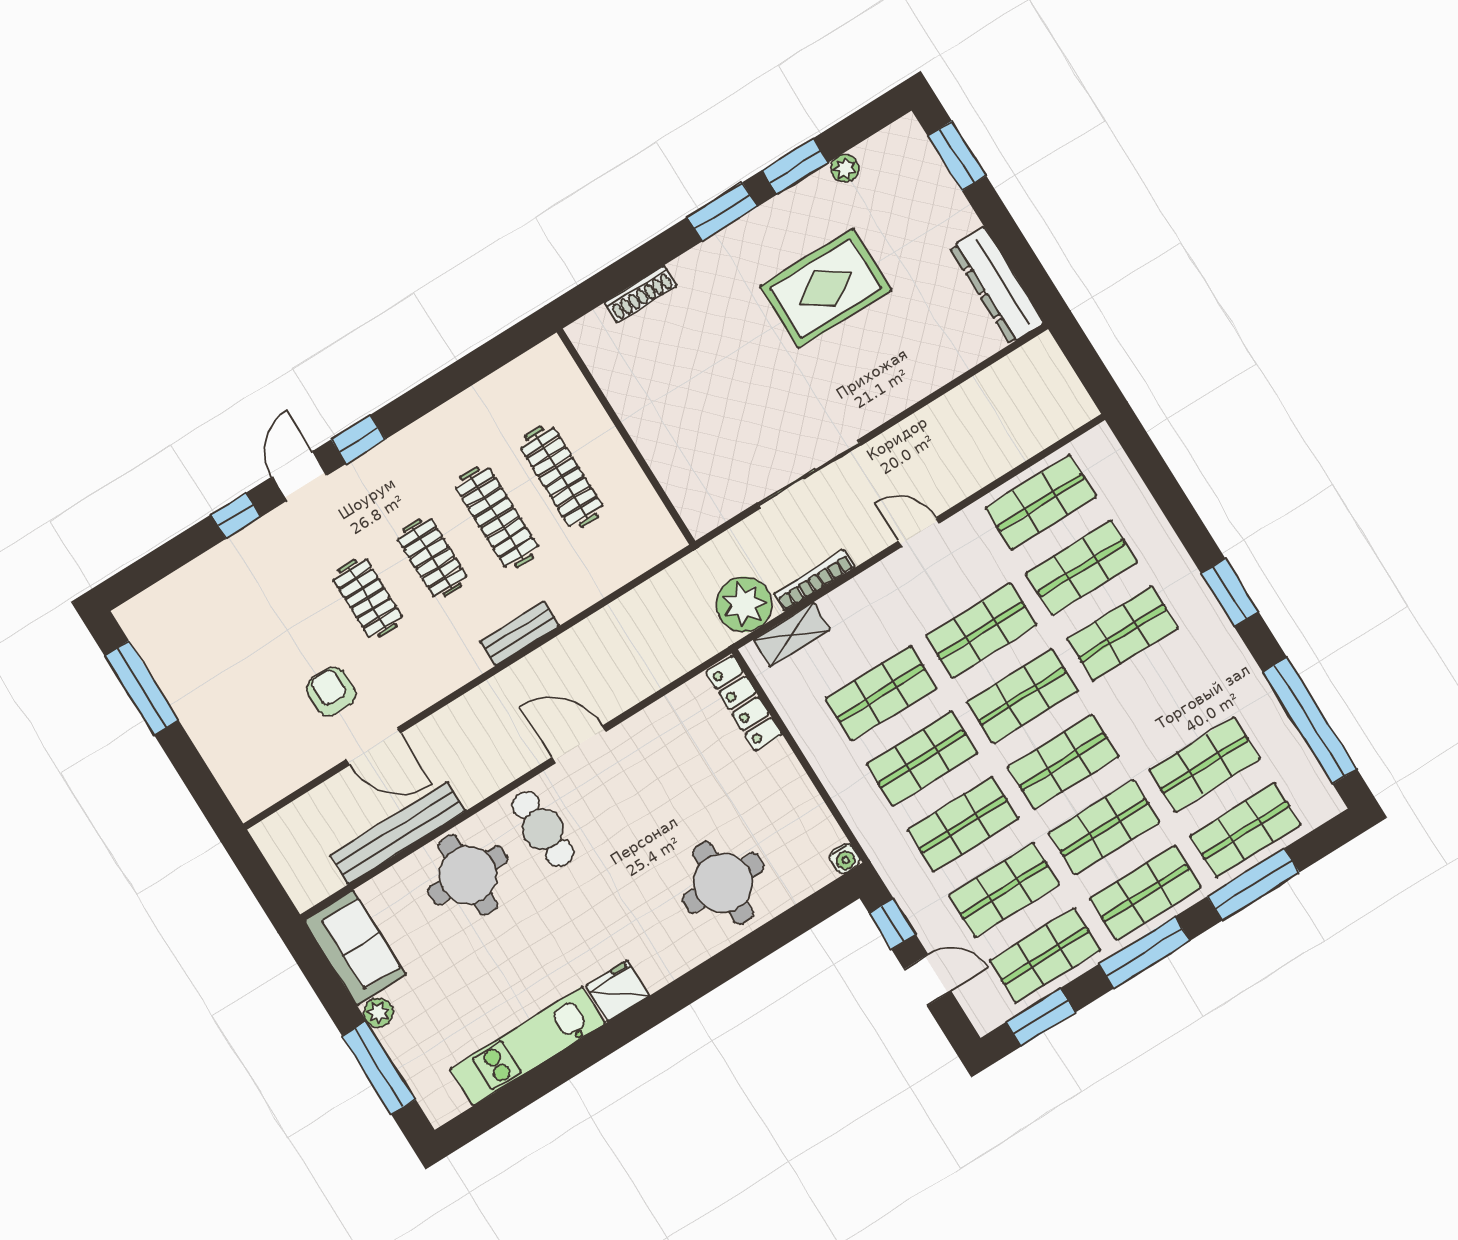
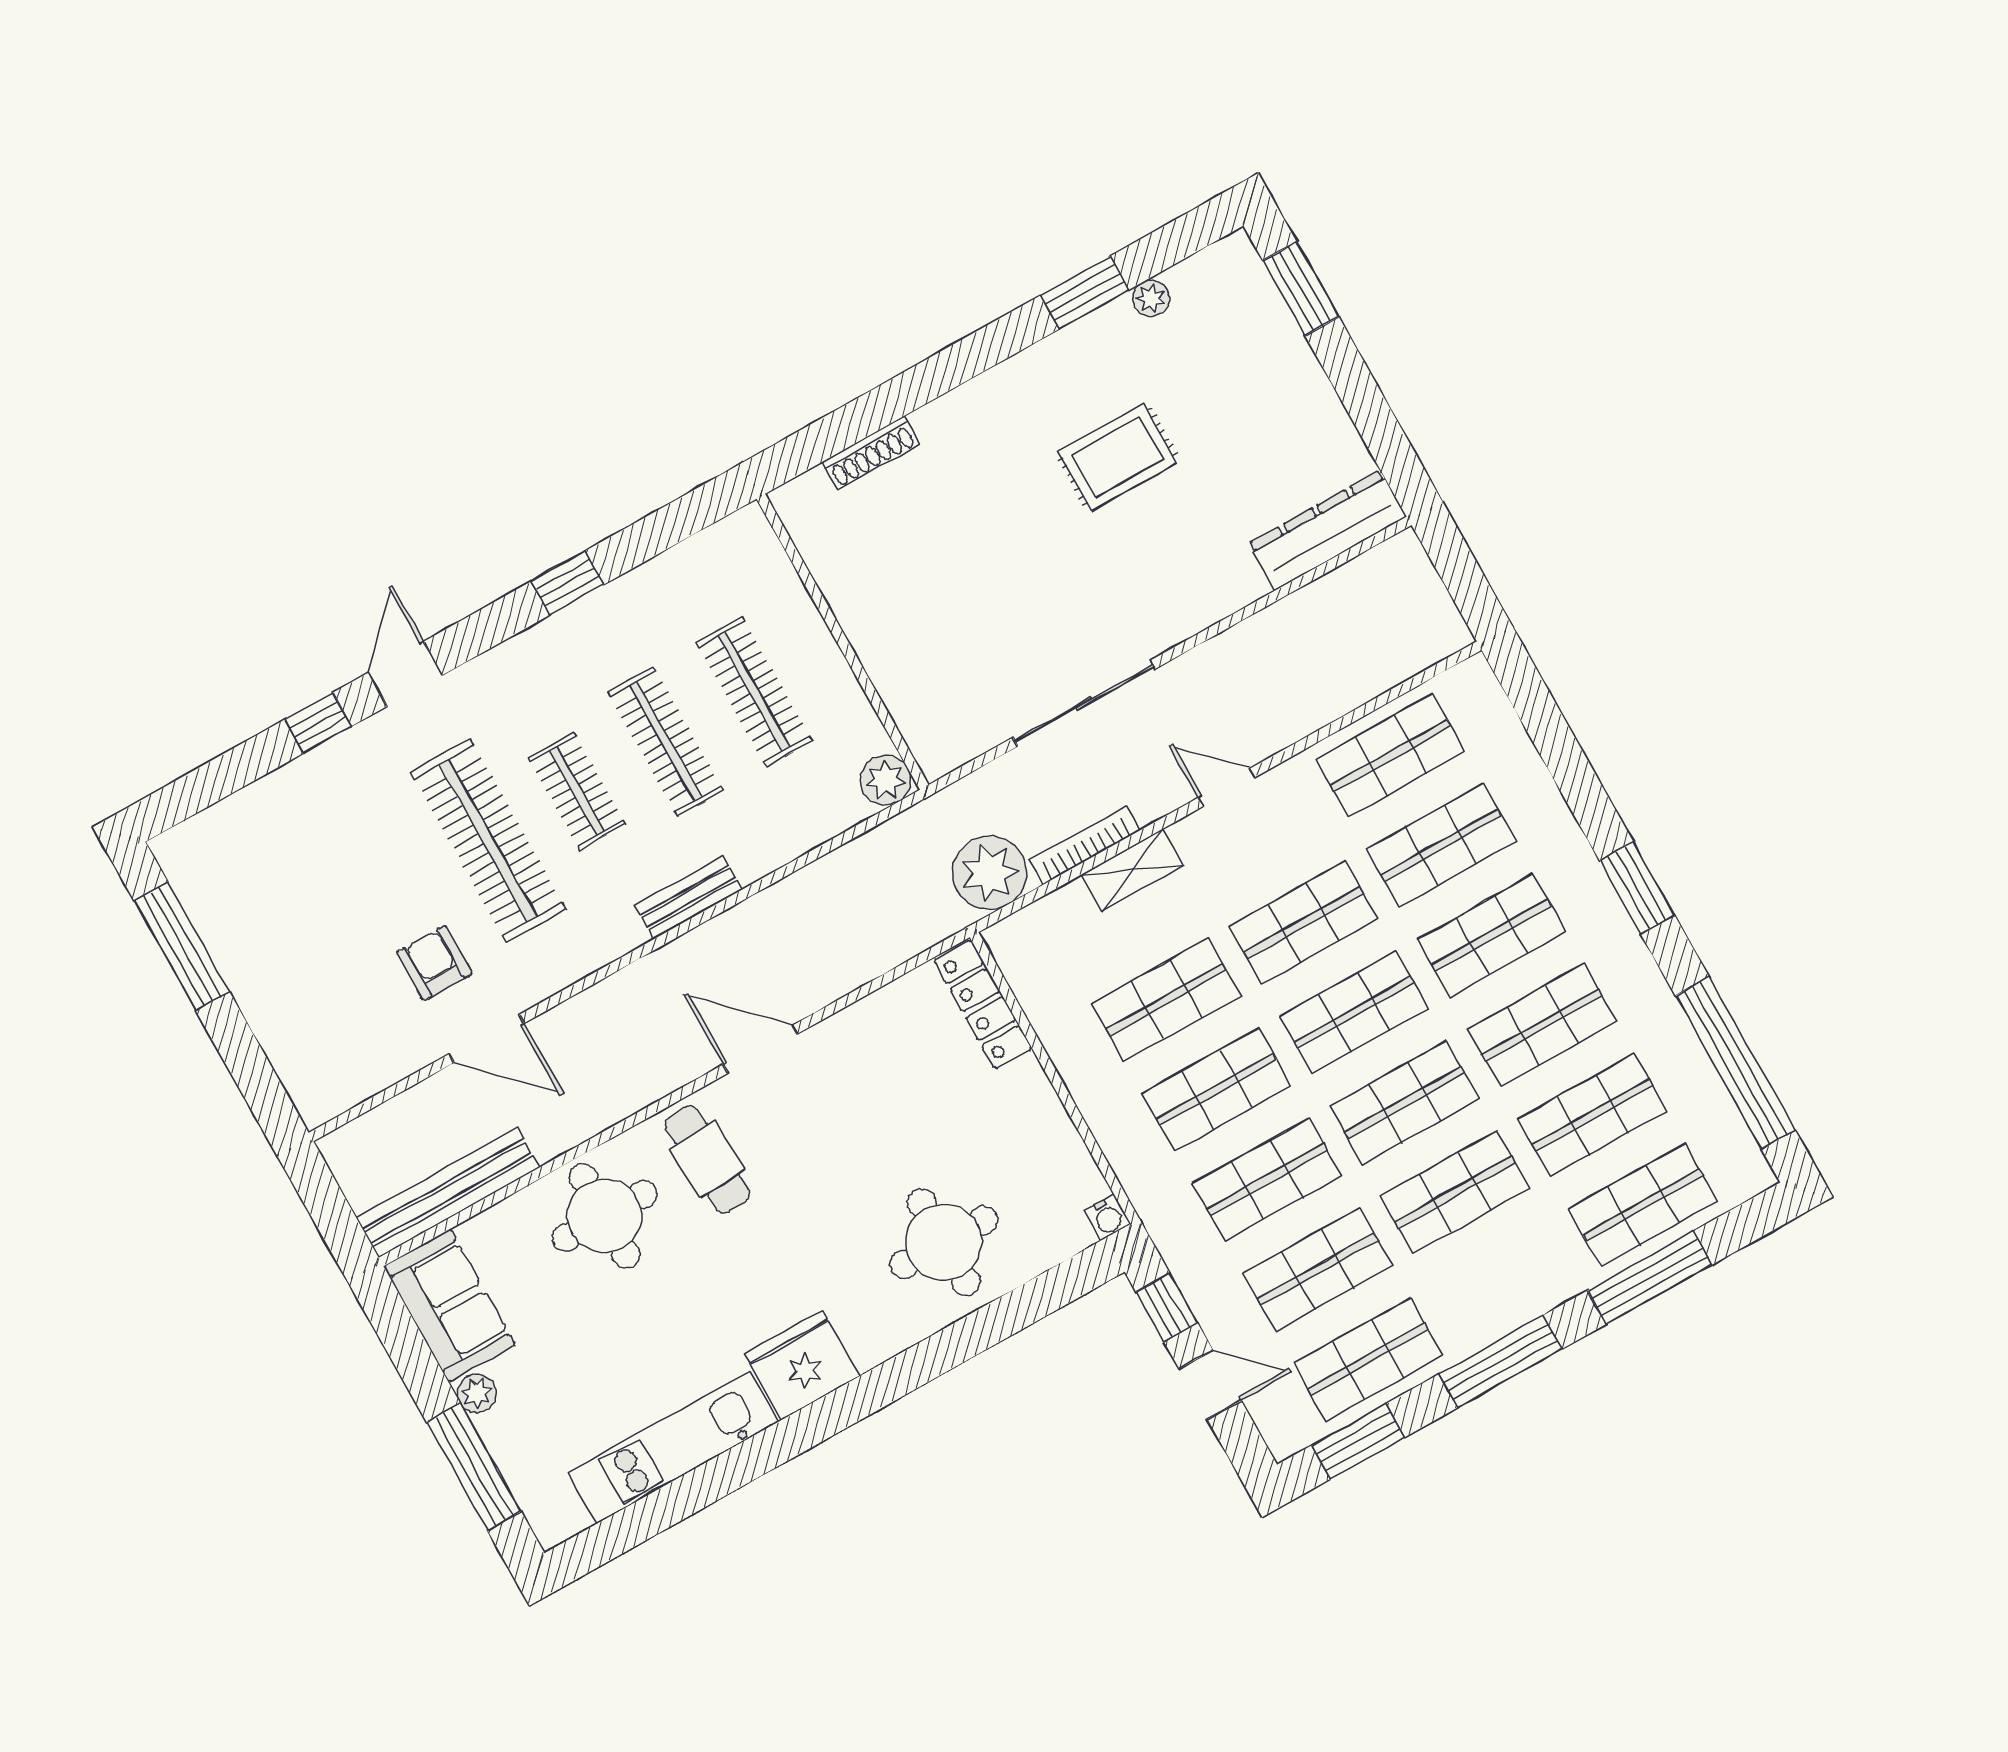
window: (722, 212) -> (985, 349), removed
dresser: (997, 285) -> (1327, 530), moved, turned 90
rug: (826, 288) -> (1118, 457), width x0.73, depth x0.70
window: (358, 439) -> (567, 583), moved
plant: (663, 539) -> (886, 780), added
clothes rail: (368, 598) -> (488, 841), width x1.86, depth x1.31
shelving: (792, 634) -> (1132, 870), moved
bench: (398, 833) -> (448, 1193), moved
shop shelf: (1145, 893) -> (1542, 1025), moved
fridge: (617, 991) -> (802, 1365), width x1.36, depth x1.34

